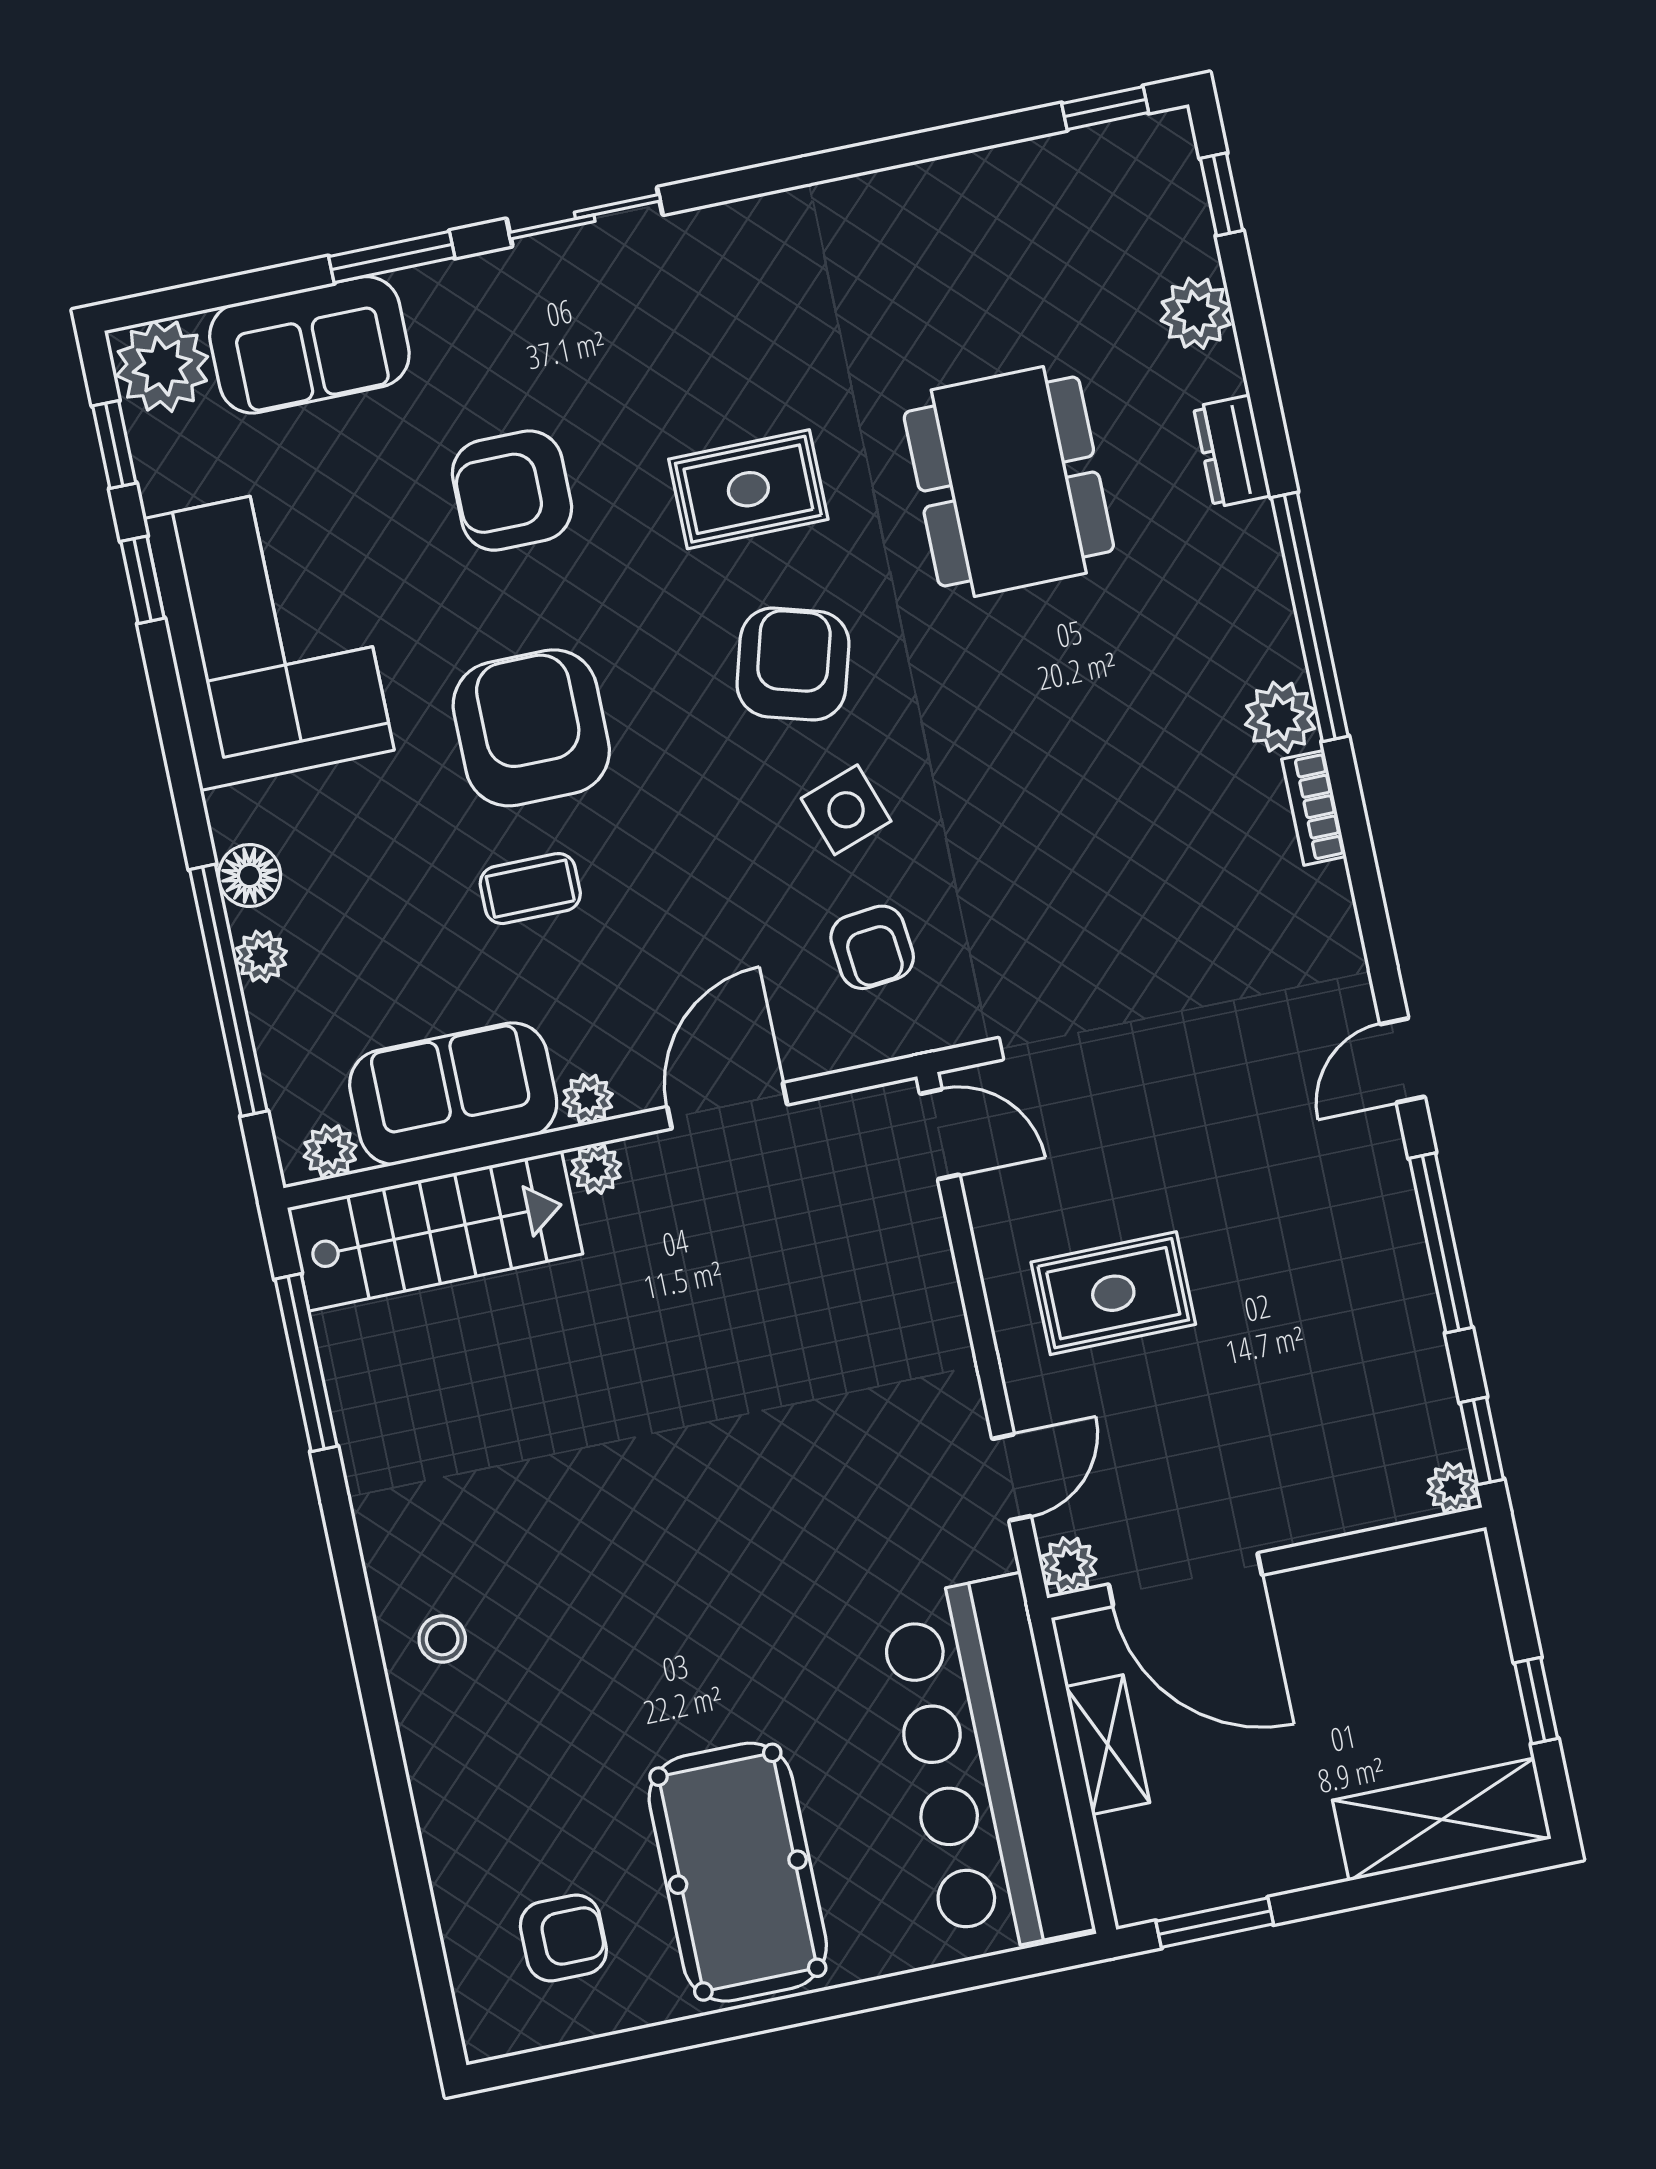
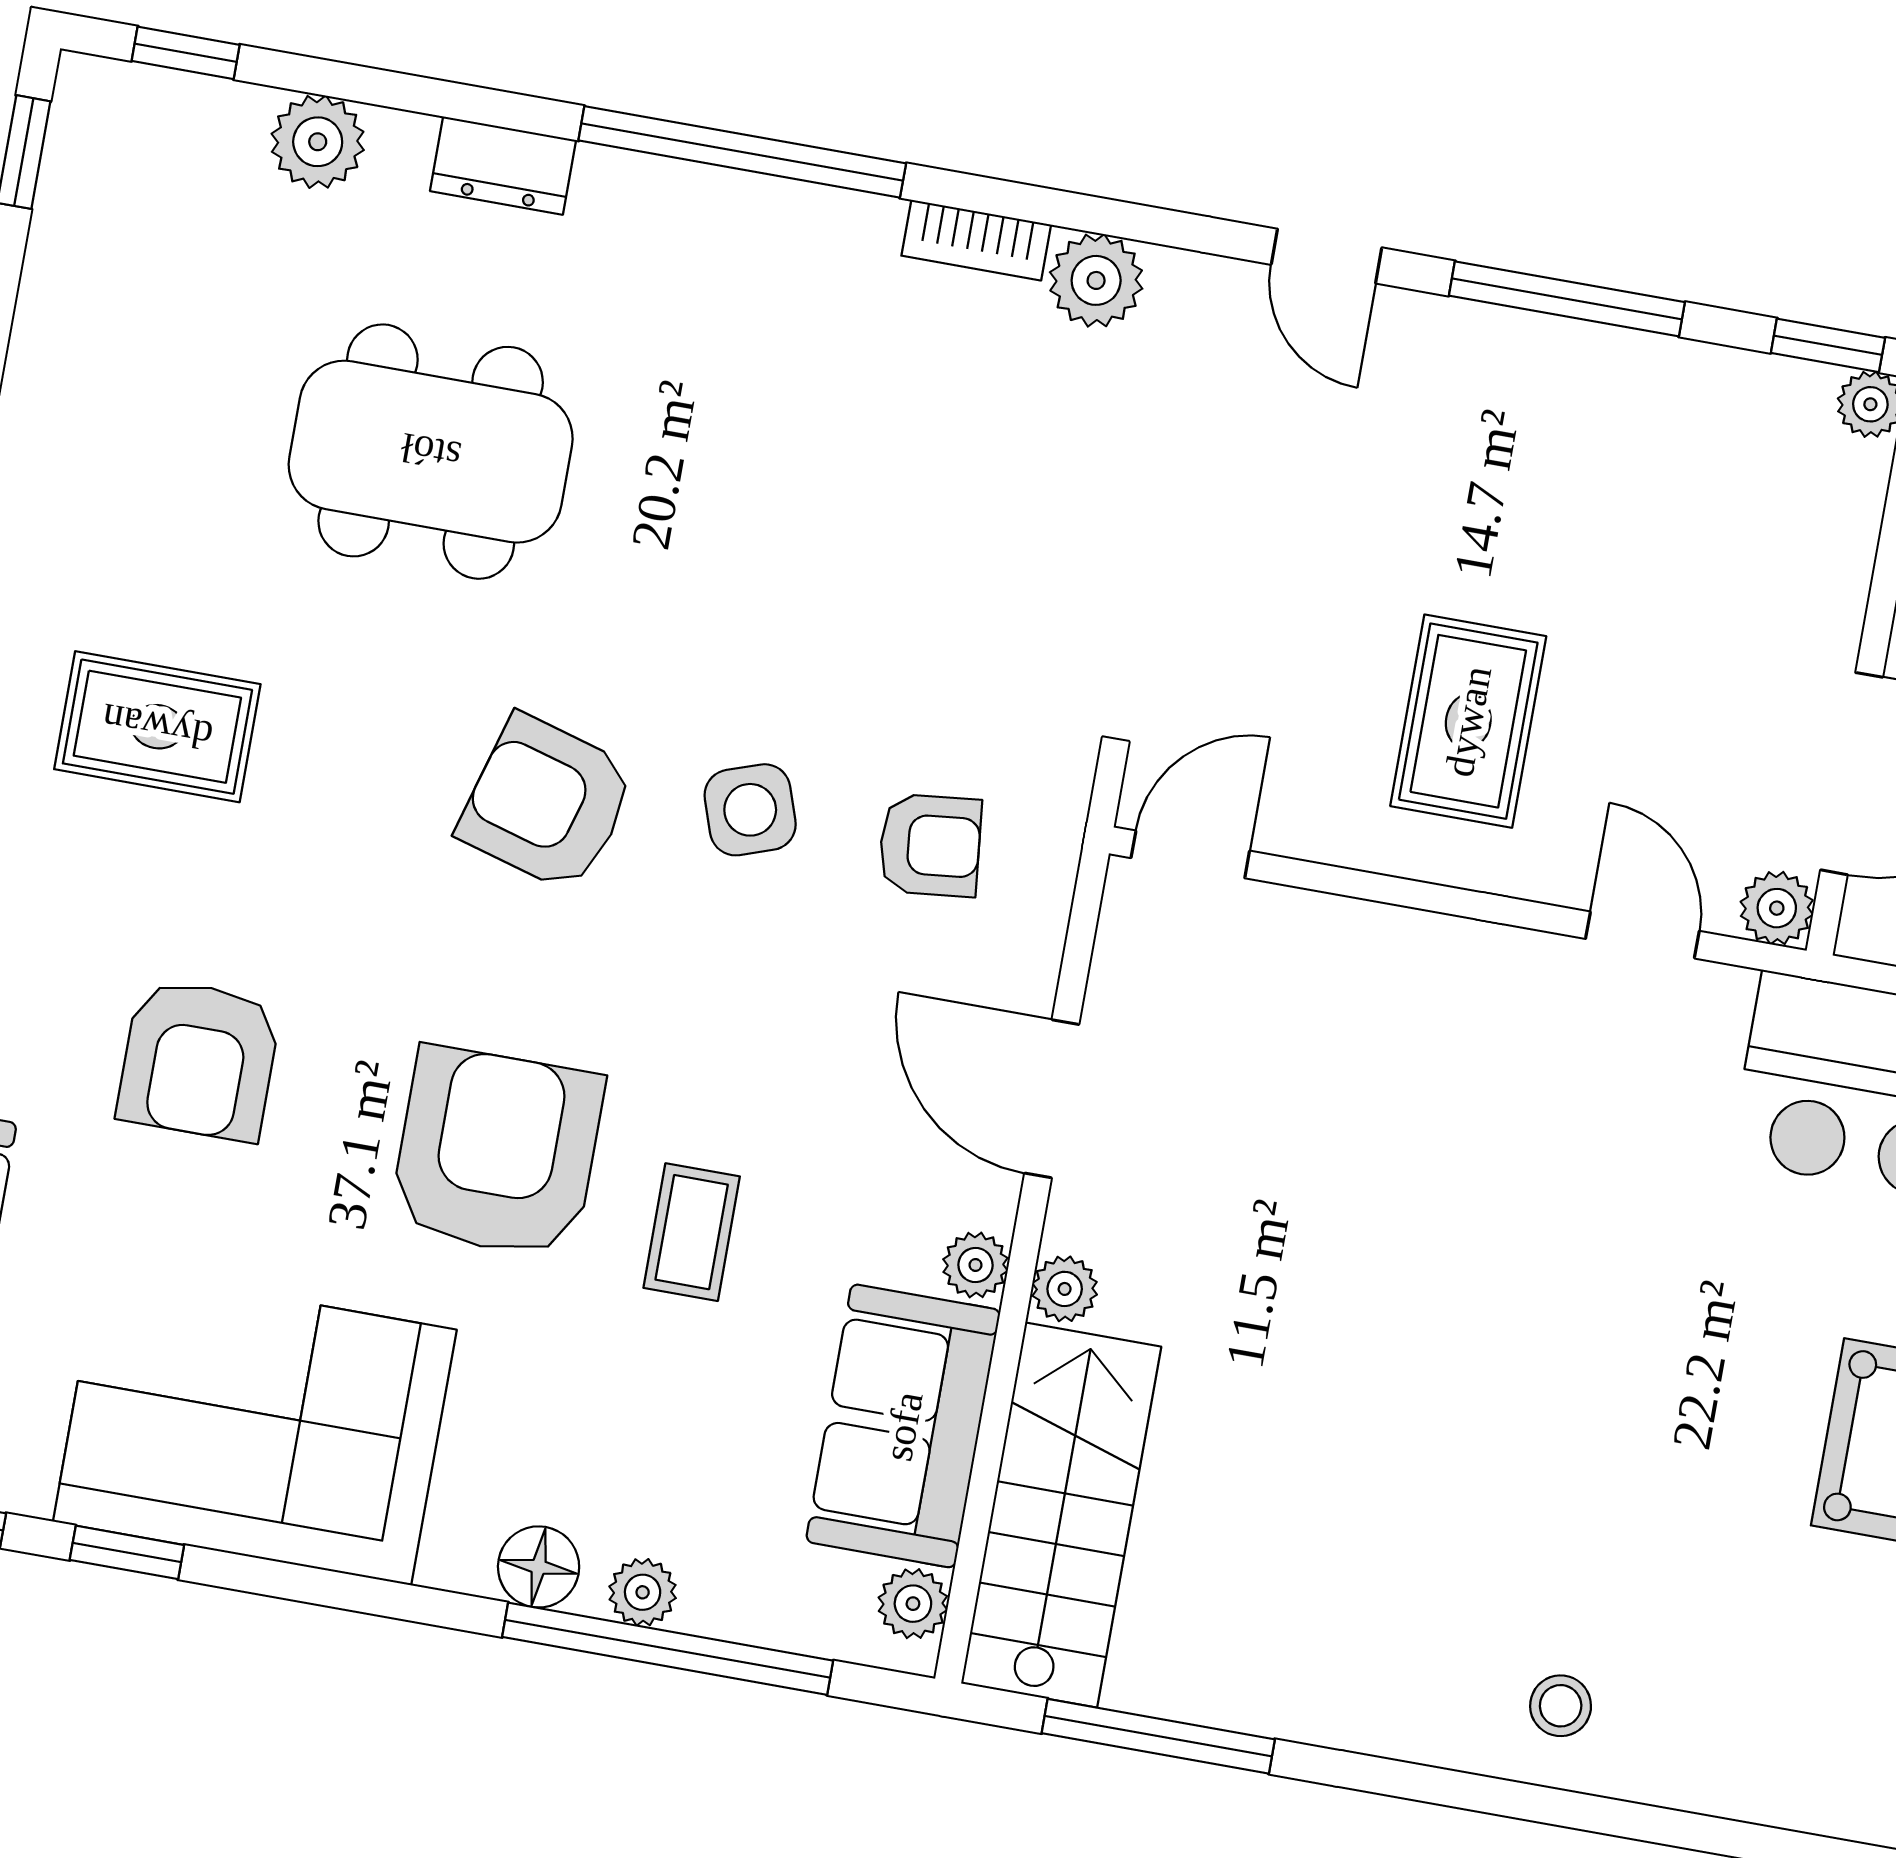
rug: (748, 489) -> (157, 727), moved, turned 90
plant: (1280, 717) -> (1096, 280), moved
armchair: (531, 728) -> (497, 1152), turned 90

